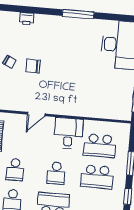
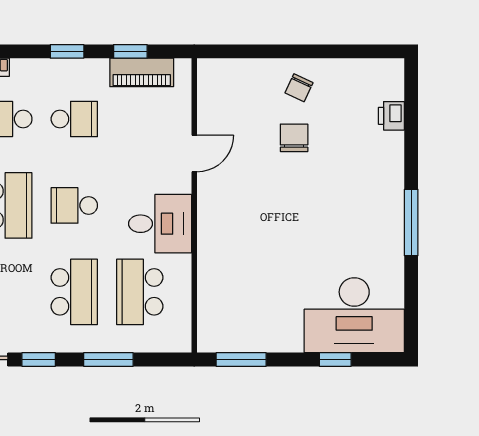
door: (36, 114) -> (194, 153), swing flipped
school desk: (15, 170) -> (74, 119), turned 180
school desk: (97, 177) -> (74, 292), turned 180

